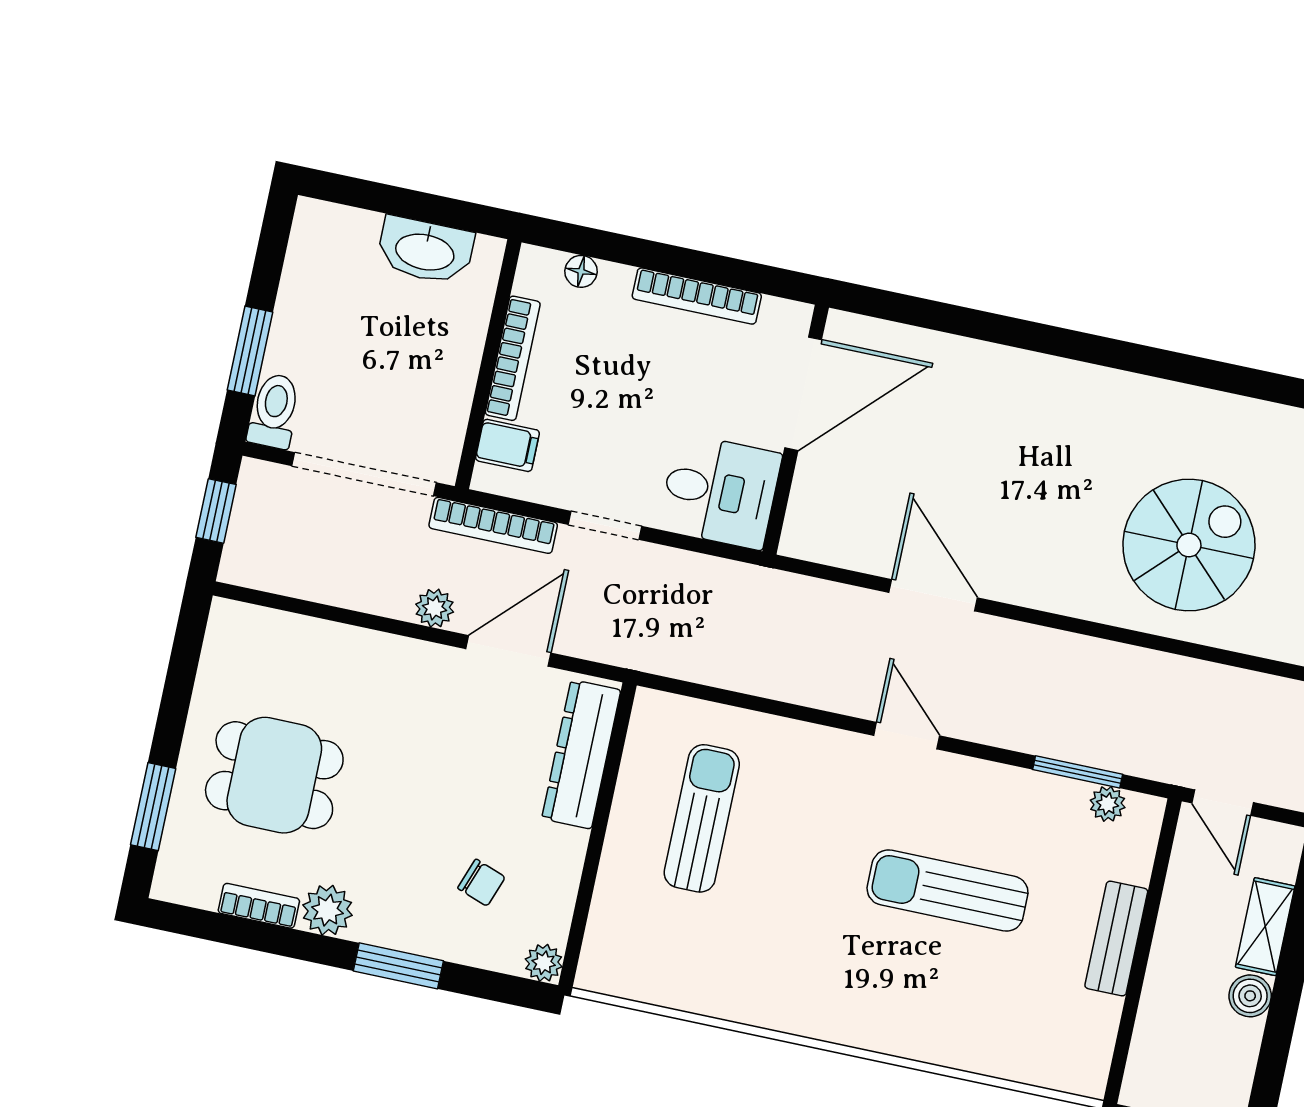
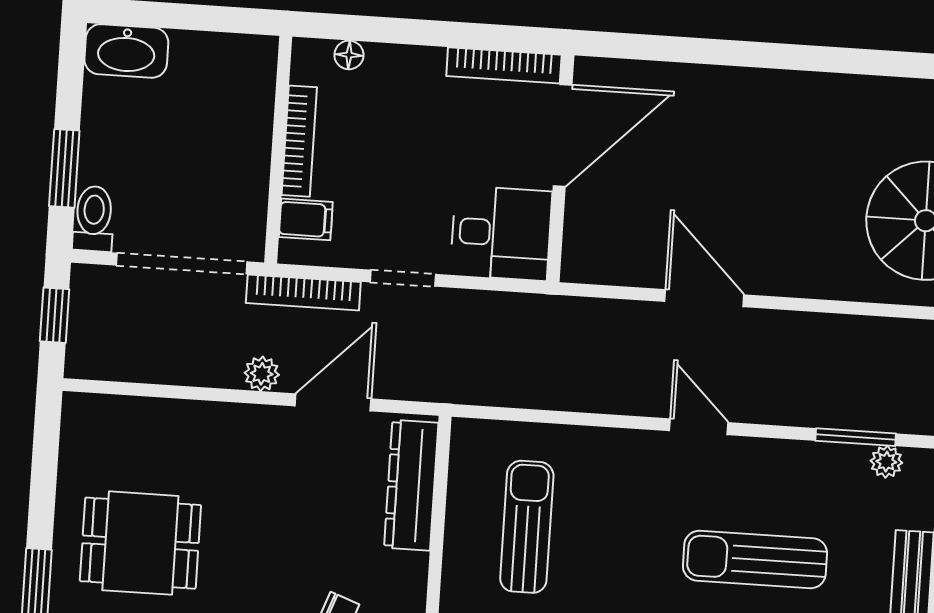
washbasin: (425, 250) -> (126, 51), moved
bookcase: (697, 296) -> (504, 65), moved

